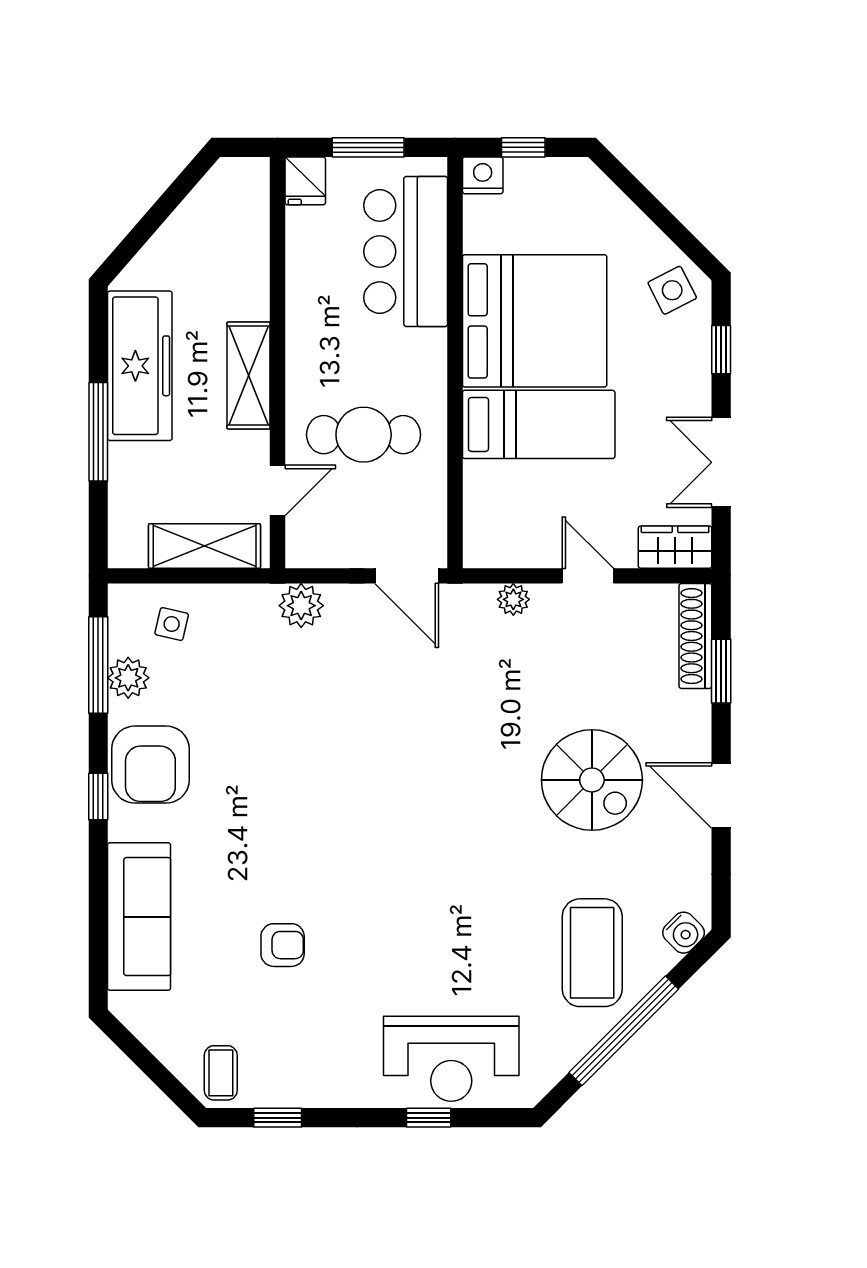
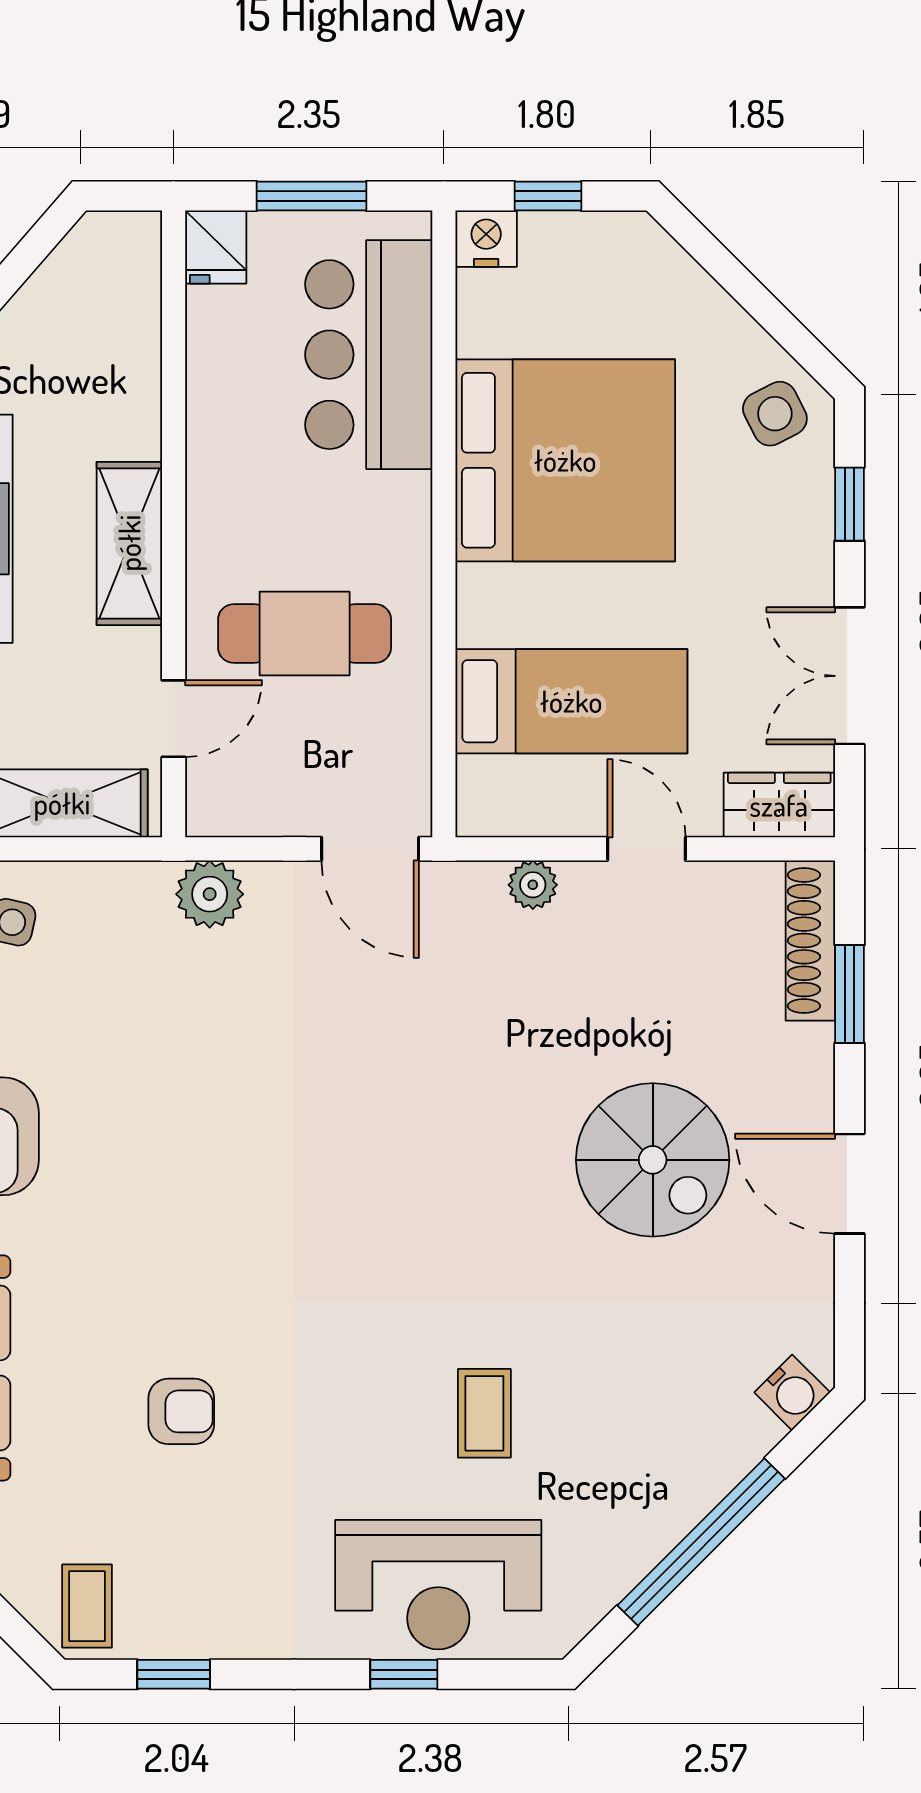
bed: (539, 424) -> (571, 701), moved
coffee table: (592, 953) -> (484, 1413), moved, width x0.54, depth x0.58

